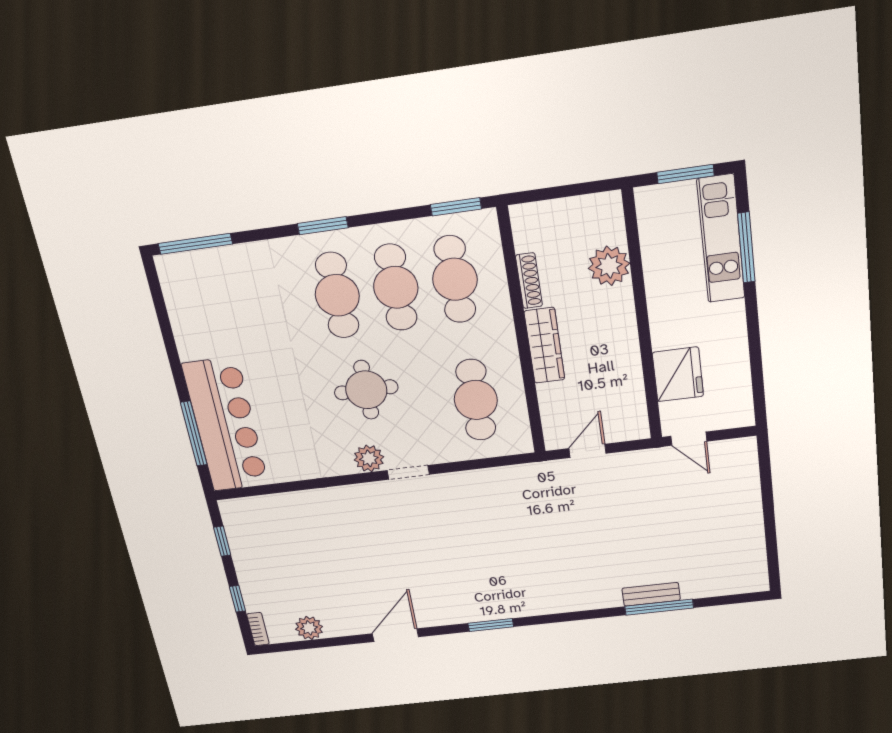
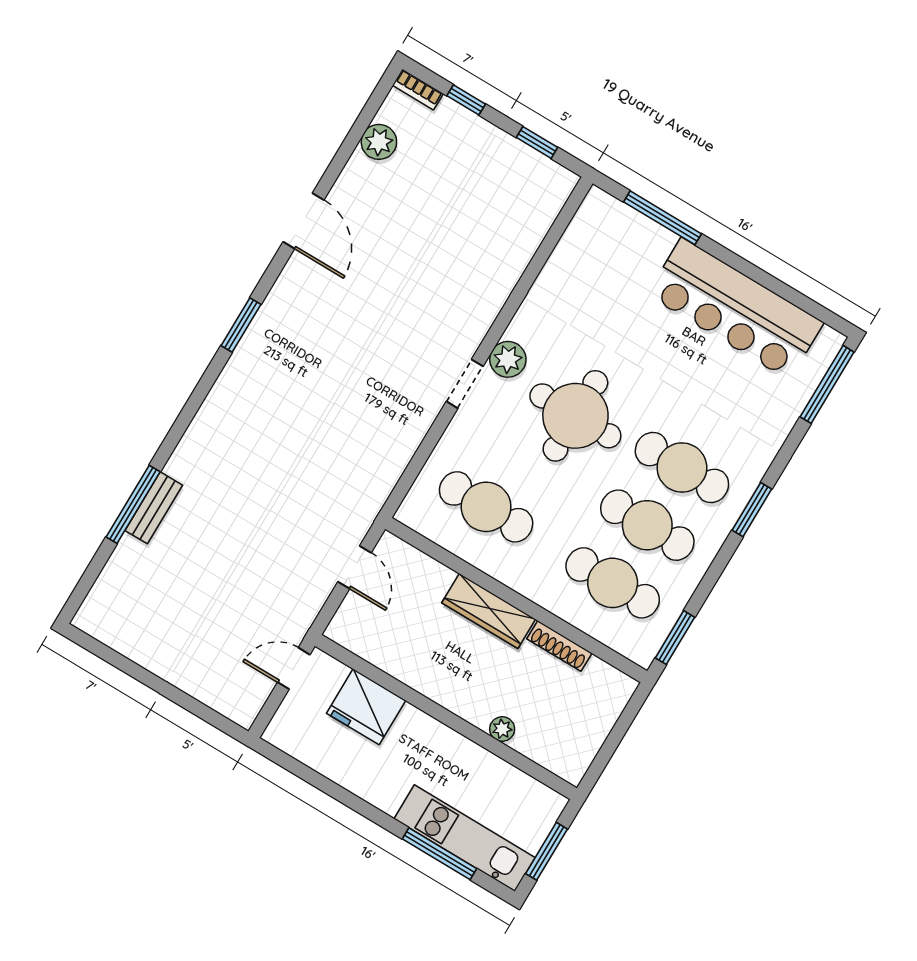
plant: (609, 266) -> (502, 729), width x0.53, depth x0.53
round table: (366, 390) -> (575, 416), width x1.36, depth x1.36
bar counter: (225, 425) -> (735, 309), moved

